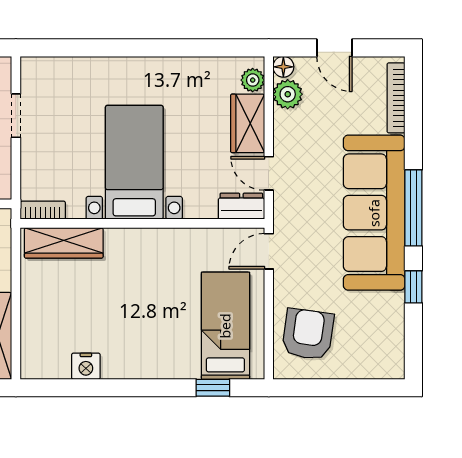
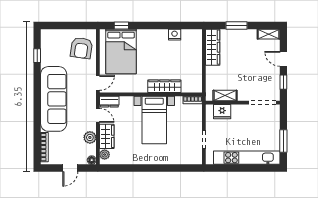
door: (334, 48) -> (70, 168), swing flipped
plant: (288, 94) -> (90, 137), moved
window: (413, 208) -> (37, 101), removed
wardrobe: (64, 243) -> (164, 86), moved
window: (413, 287) -> (37, 56), moved
bed: (225, 326) -> (121, 51), width x1.50

